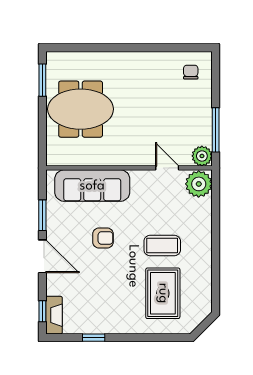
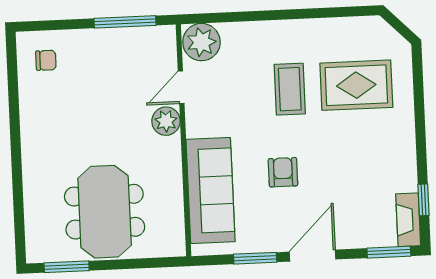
chair: (191, 72) -> (46, 60), turned 180
plant: (202, 156) -> (166, 121), moved
window: (42, 311) -> (389, 252), width x1.50
fireplace: (54, 315) -> (408, 220), moved, turned -90
window: (94, 338) -> (424, 200), moved

